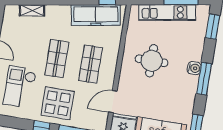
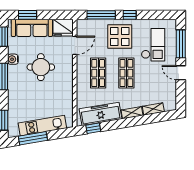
shelving: (58, 10) -> (132, 113), added
round table: (152, 61) -> (41, 67), moved
water cooler: (194, 68) -> (13, 59), moved

